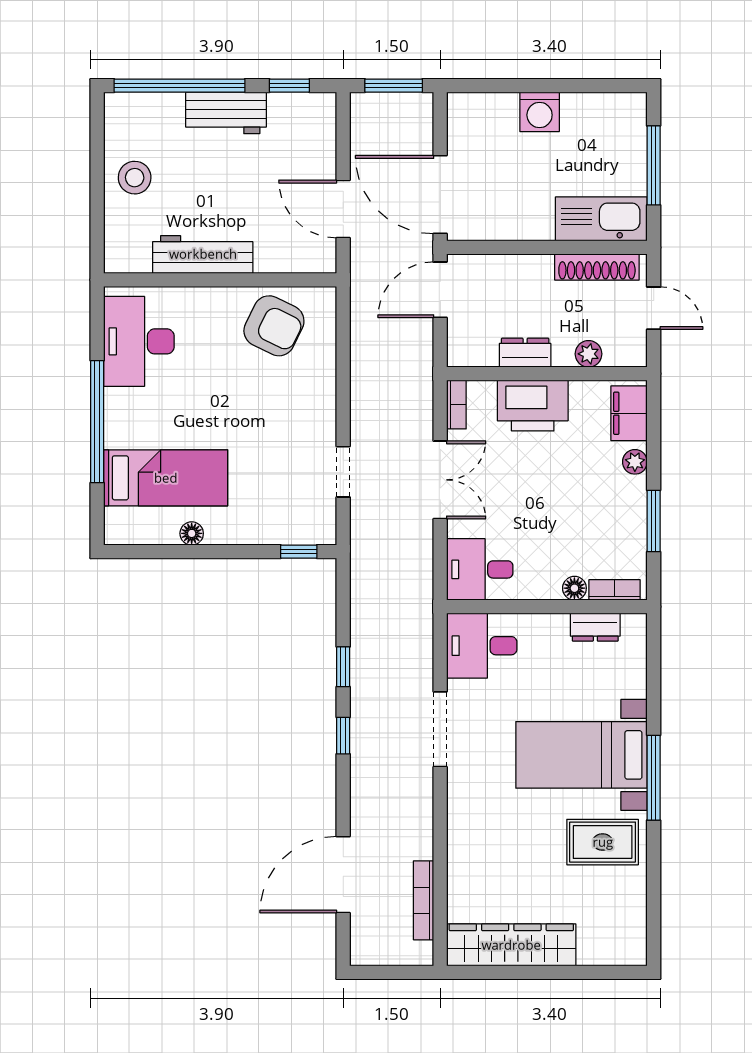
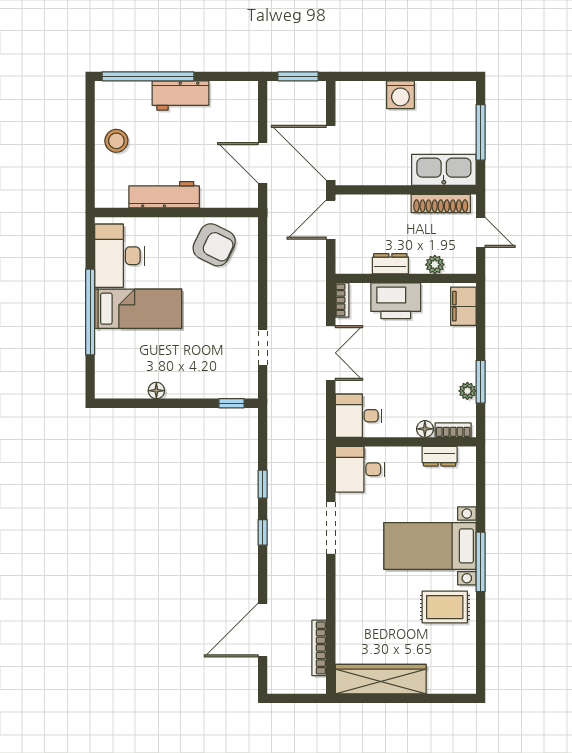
window: (289, 86) -> (225, 76), removed
plant: (635, 462) -> (467, 391), moved
bed: (166, 478) -> (138, 309), moved

